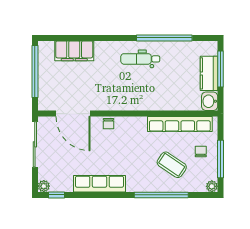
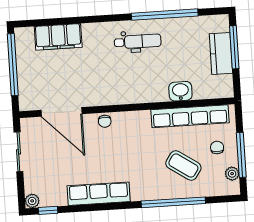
dental chair: (140, 59) -> (138, 41), turned 180
washbasin: (210, 101) -> (180, 91), moved, turned 90
sliding door: (35, 144) -> (18, 152), width x0.73
plant: (212, 186) -> (232, 174), moved

